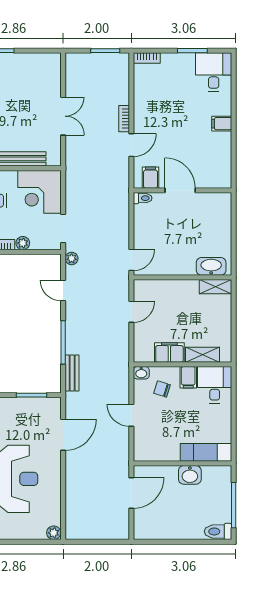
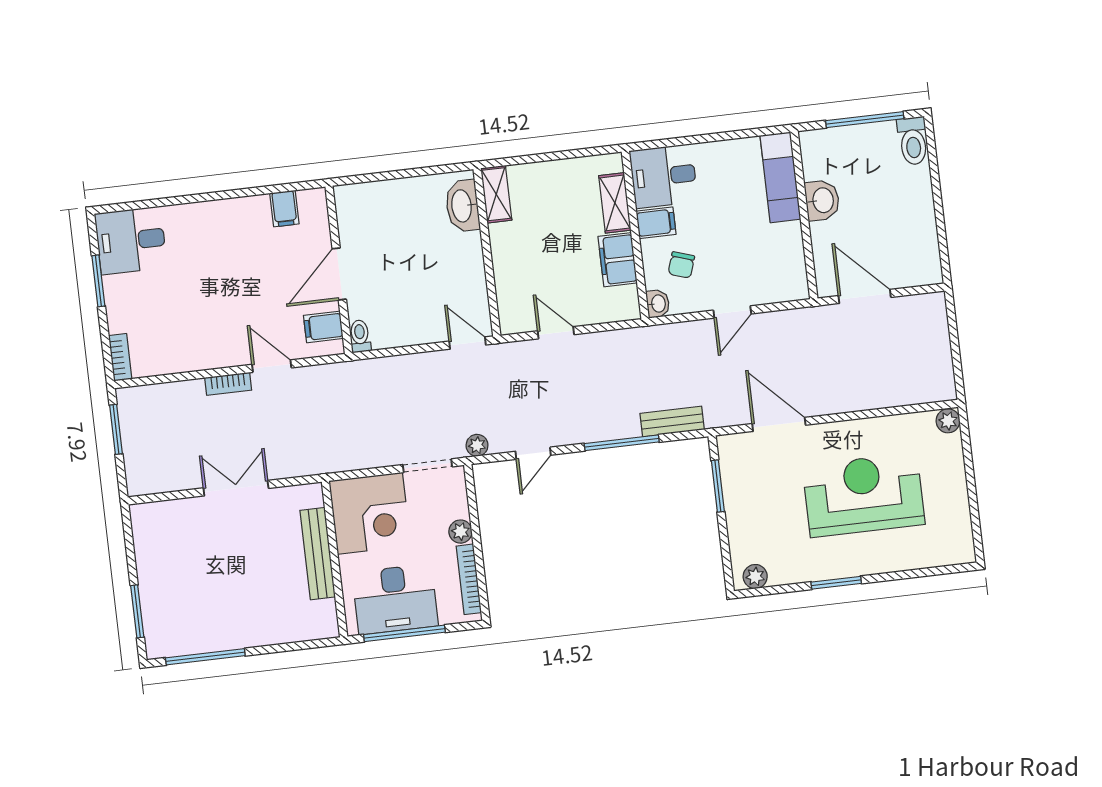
filing cabinet: (222, 124) -> (284, 208), moved

